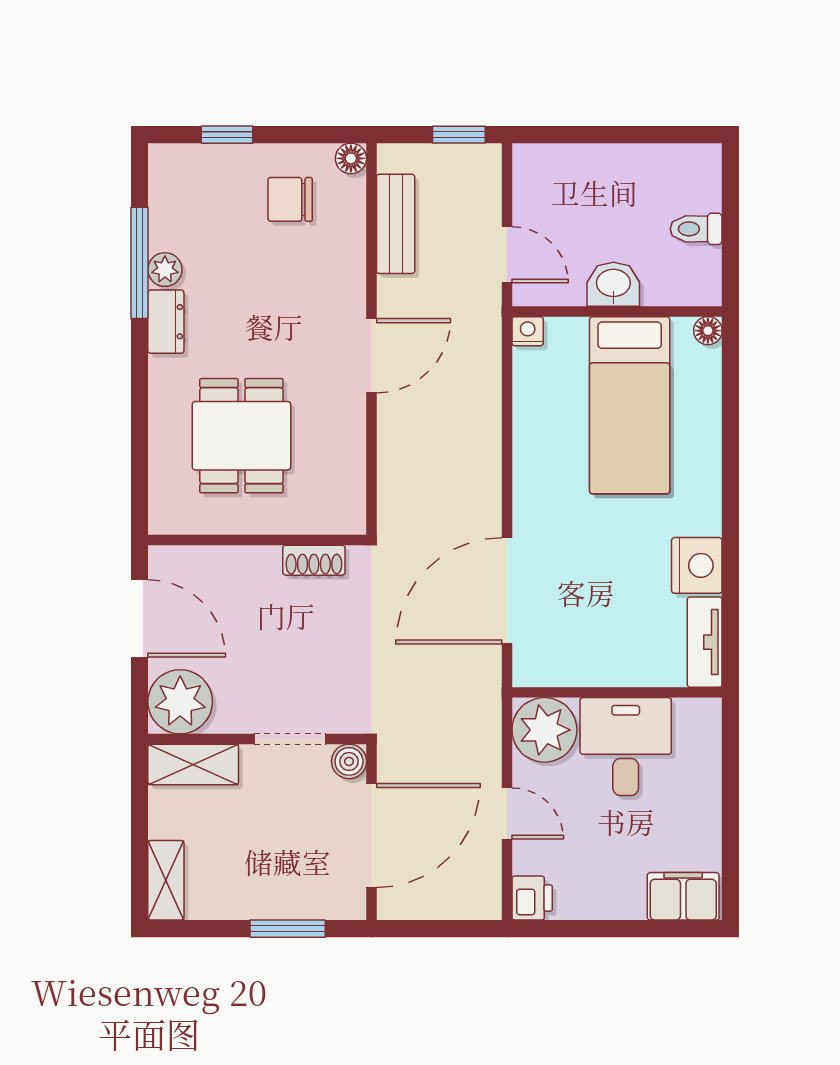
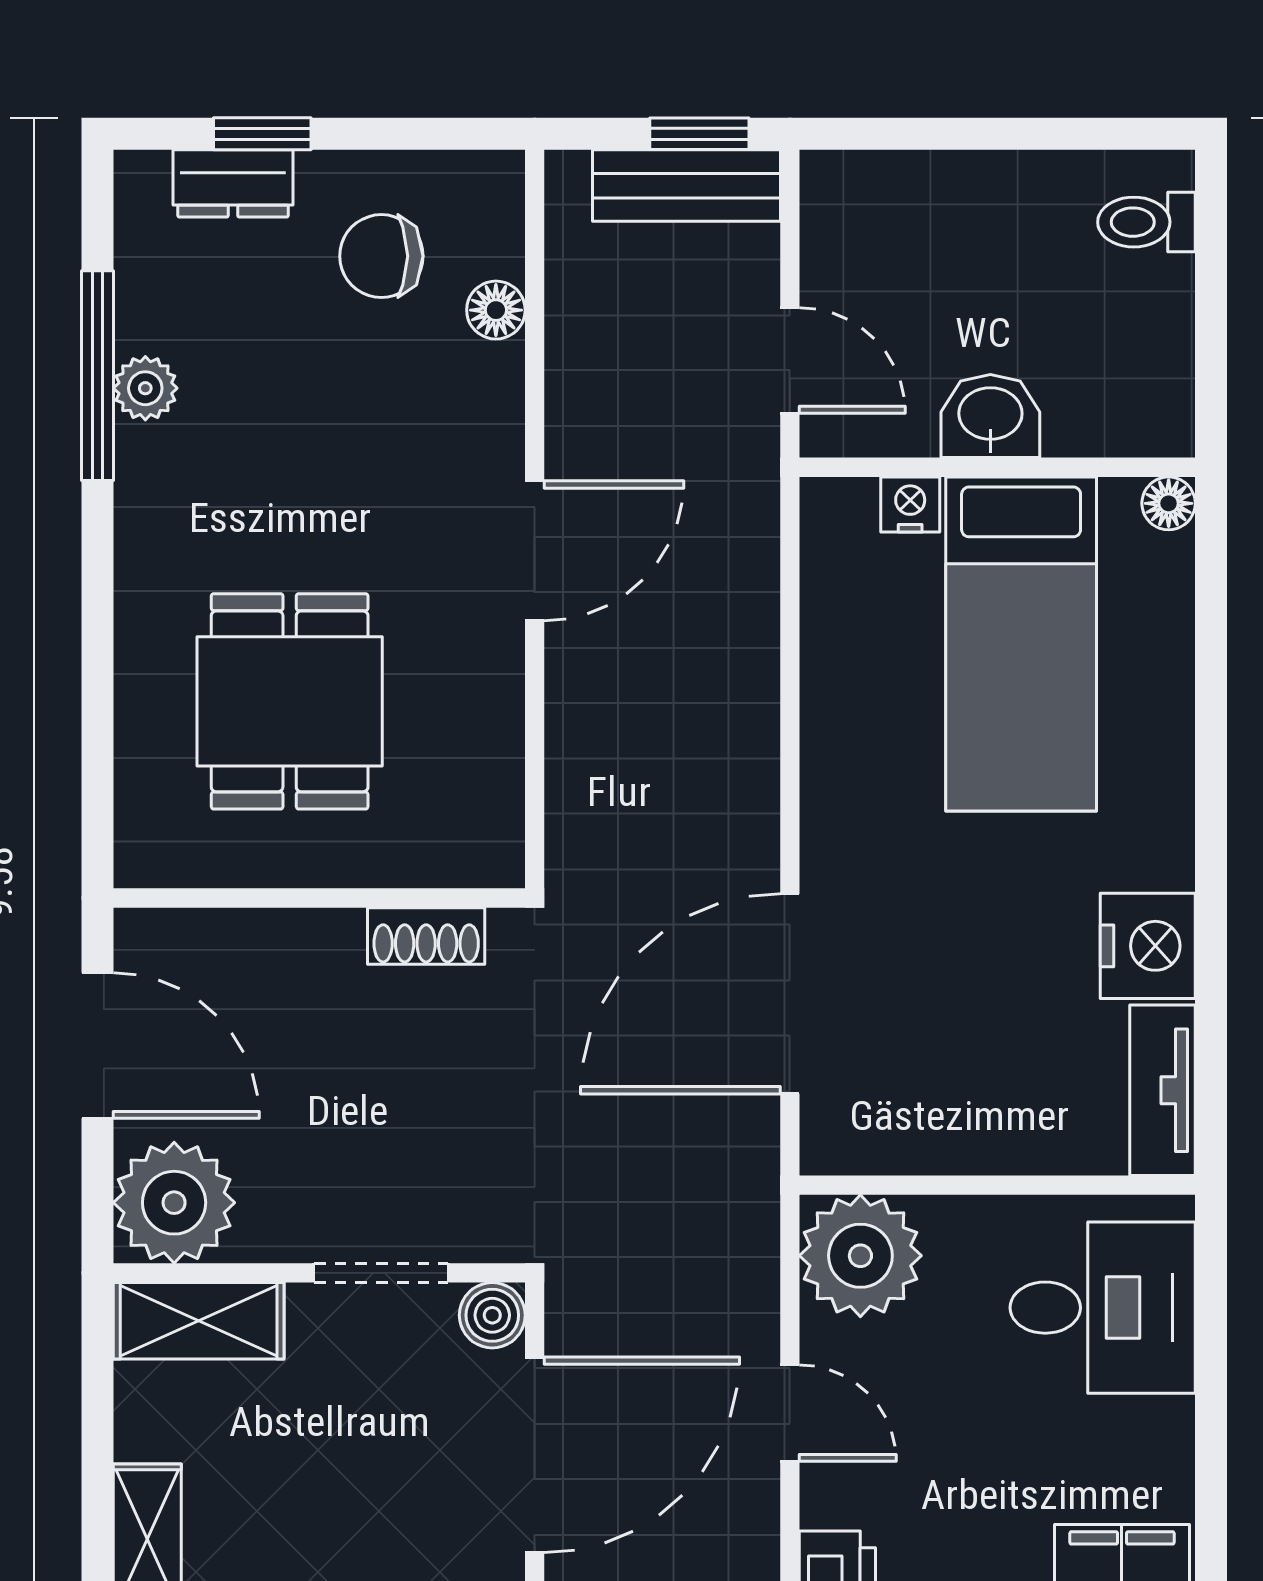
floor lamp: (351, 158) -> (496, 310), moved
bench: (396, 224) -> (686, 186), moved, turned 90
toilet: (696, 229) -> (1146, 222), moved
dresser: (166, 322) -> (233, 183), moved, turned 90
nightstand: (528, 331) -> (910, 504), moved
desk: (626, 747) -> (1103, 1308), moved, turned 90

